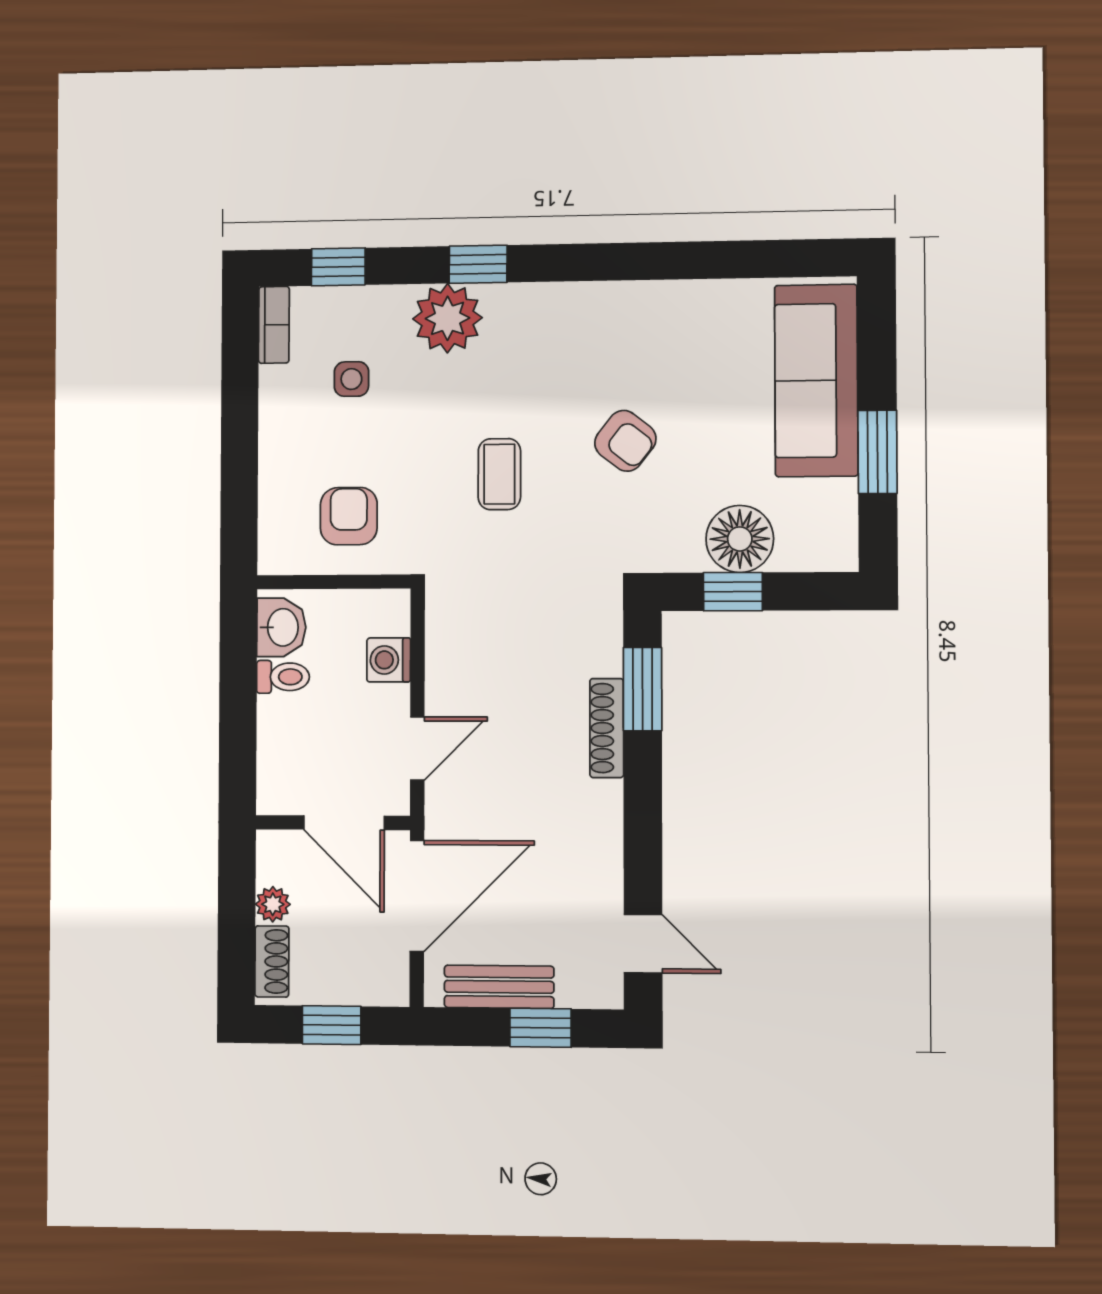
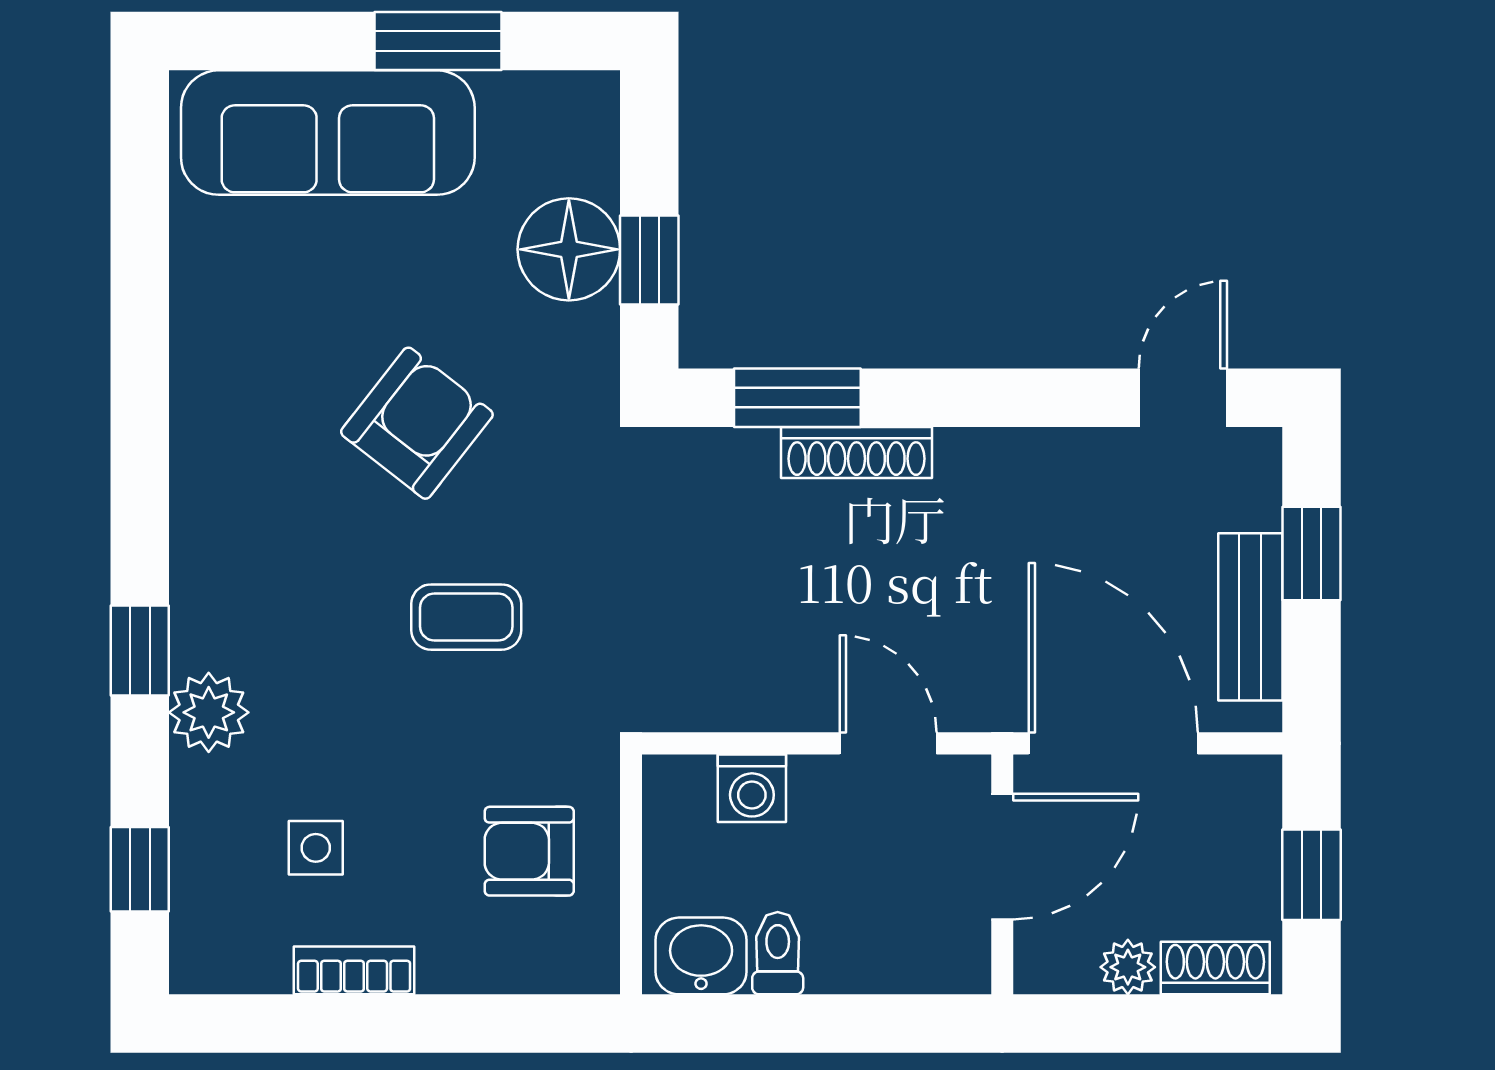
plant: (448, 318) -> (209, 712), width x0.73, depth x0.73
bookcase: (274, 325) -> (354, 970), moved
armchair: (625, 441) -> (417, 423), width x1.38, depth x1.38

